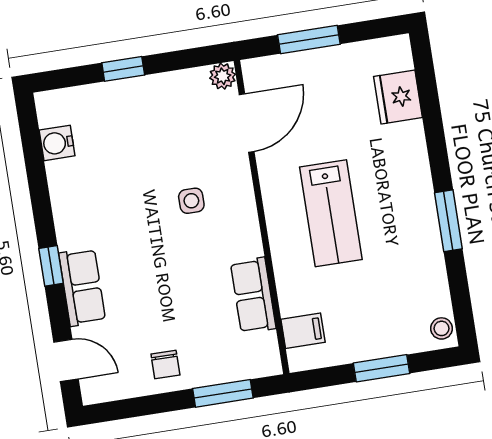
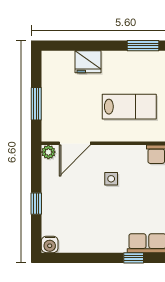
fridge: (398, 97) -> (88, 62), moved
door: (247, 123) -> (75, 143), swing flipped
water cooler: (57, 143) -> (50, 244), moved

